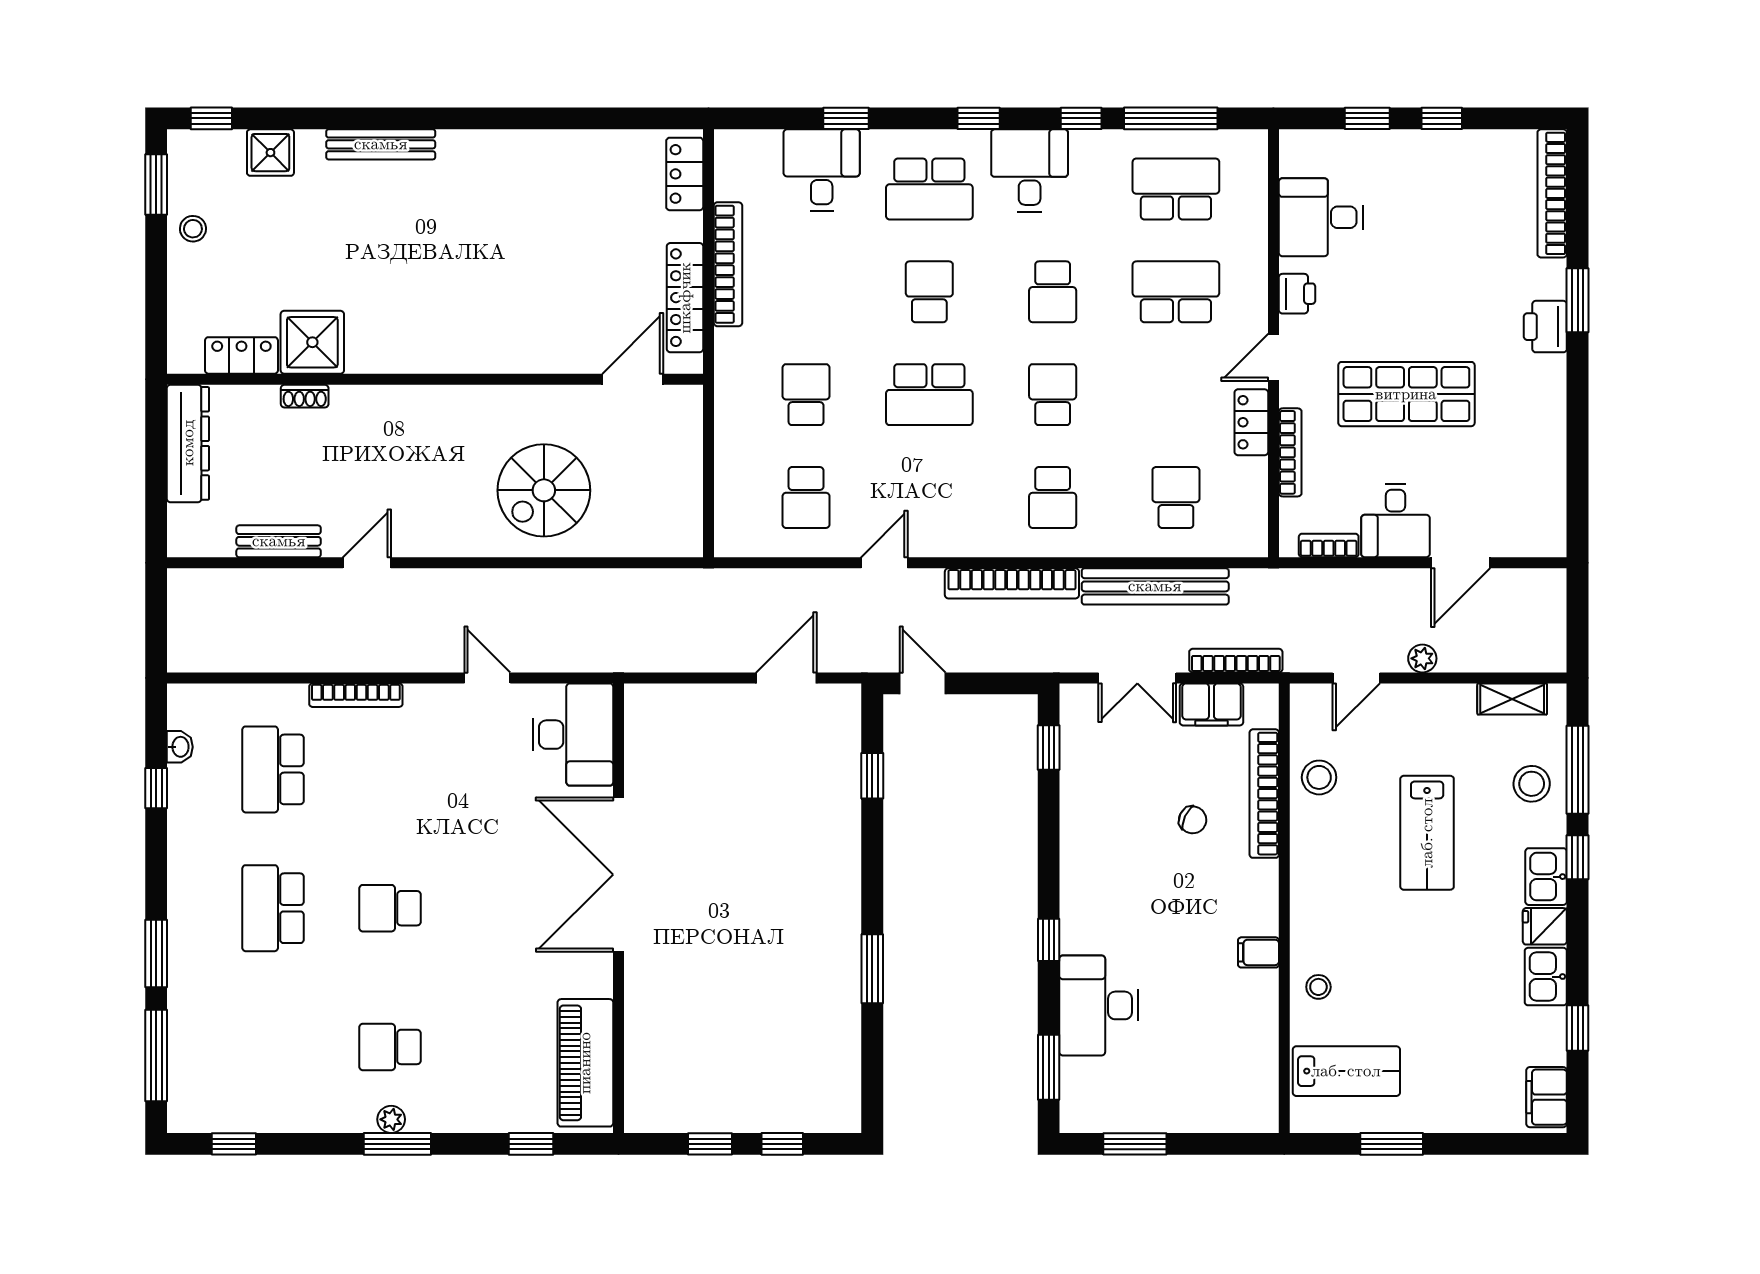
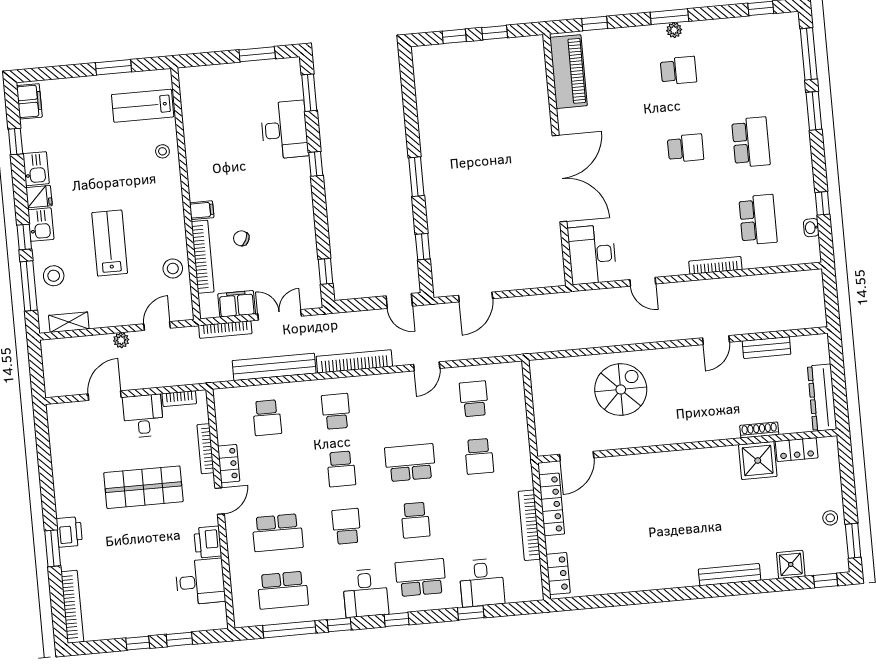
printer: (1297, 294) -> (208, 542), width x1.36, depth x1.24
shoe rack: (305, 396) -> (759, 430), width x1.43
filing cabinet: (1258, 952) -> (202, 210), moved
window: (872, 969) -> (416, 177), moved

